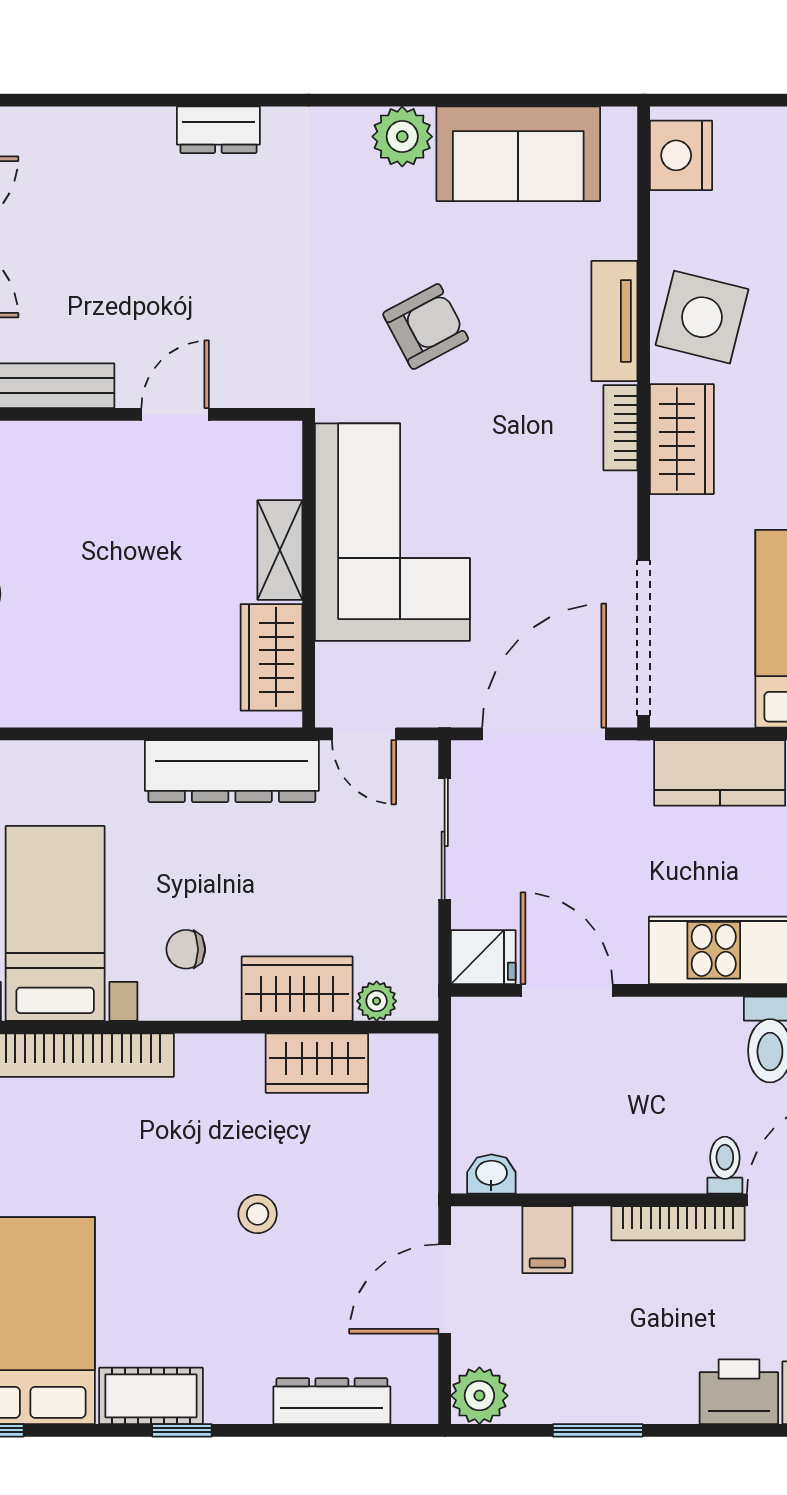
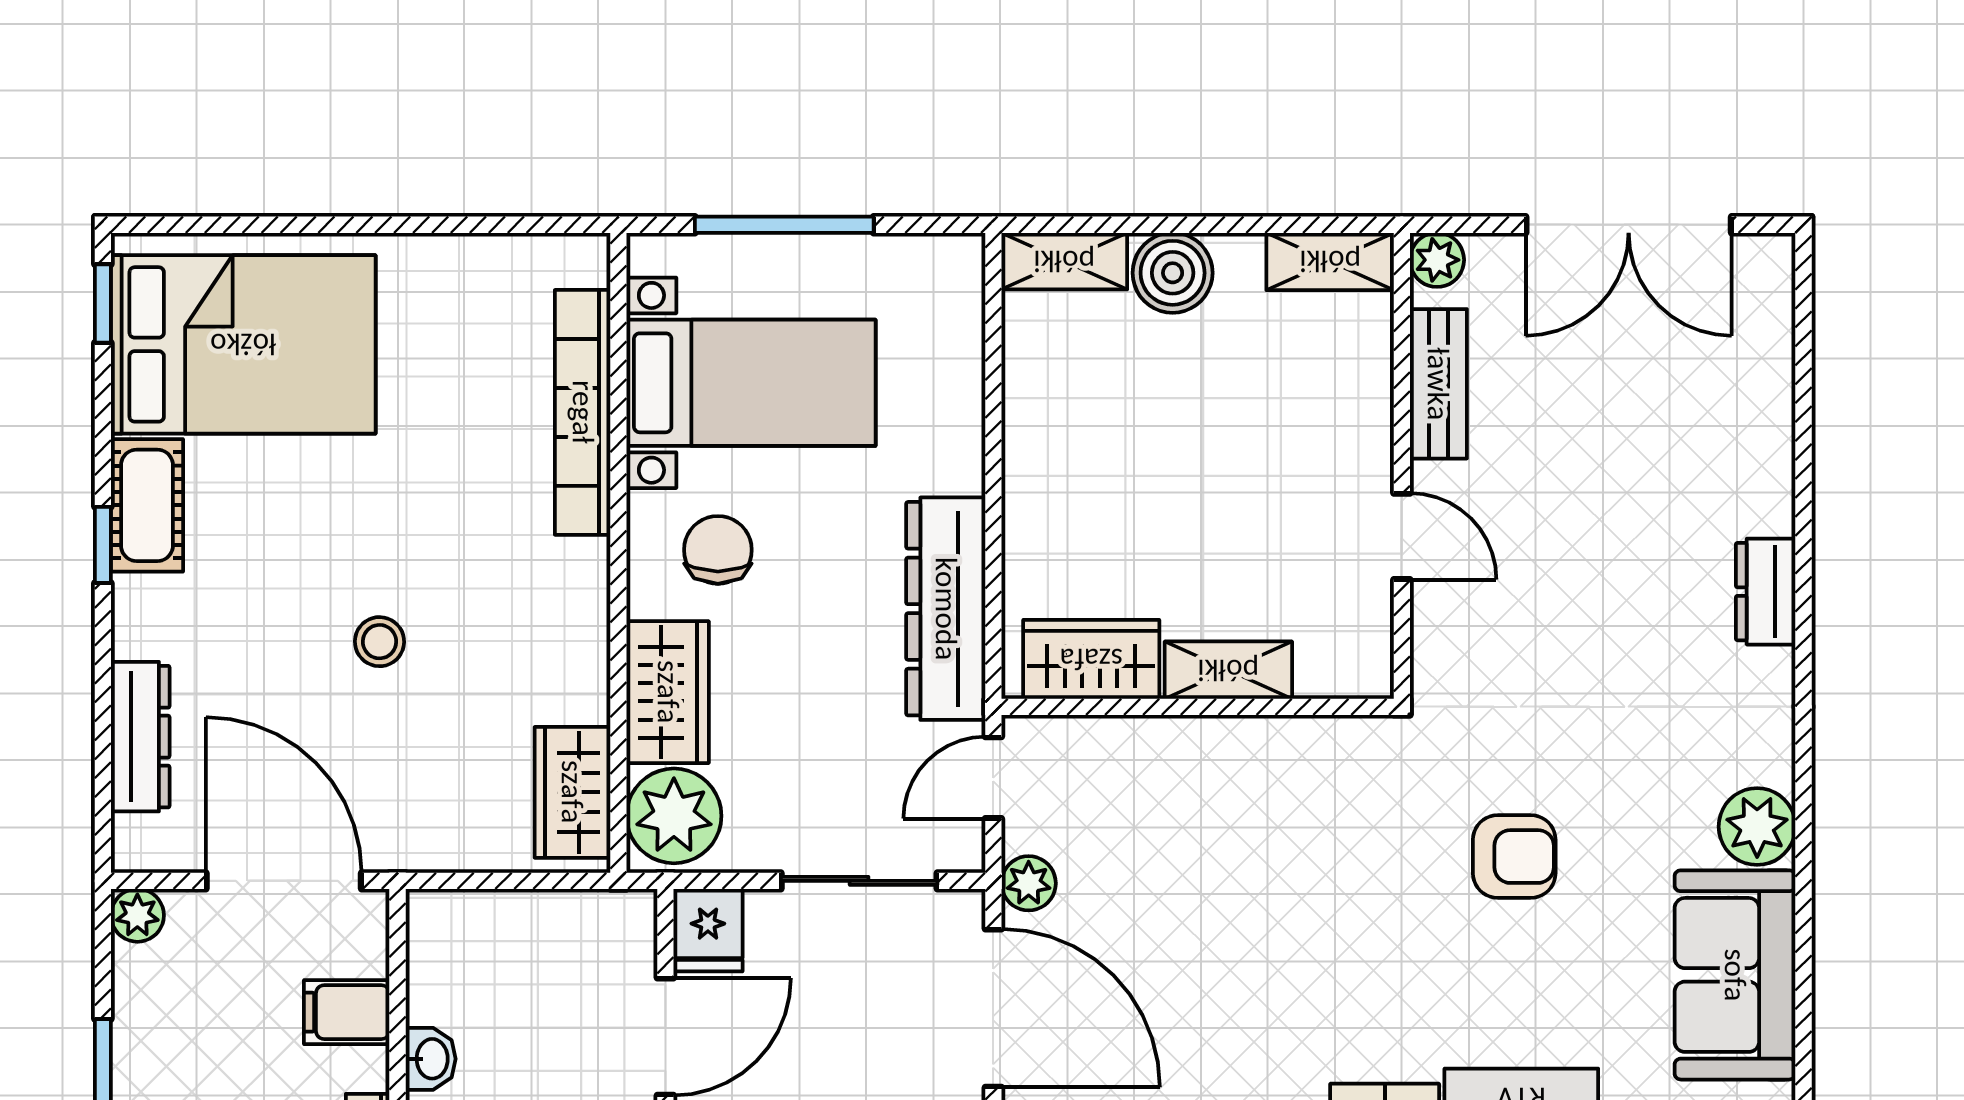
armchair: (426, 326) -> (1514, 857), turned -62
corner sofa: (392, 532) -> (1251, 814), removed
plant: (447, 706) -> (1029, 883), added
chair: (186, 949) -> (718, 550), width x1.37, depth x1.37
plant: (377, 1001) -> (674, 816), width x1.88, depth x1.88
wardrobe: (317, 1063) -> (572, 792), moved
washbasin: (491, 1174) -> (431, 1059), moved
door: (445, 1289) -> (284, 881), width x1.36
plant: (479, 1396) -> (137, 915), width x0.73, depth x0.73

